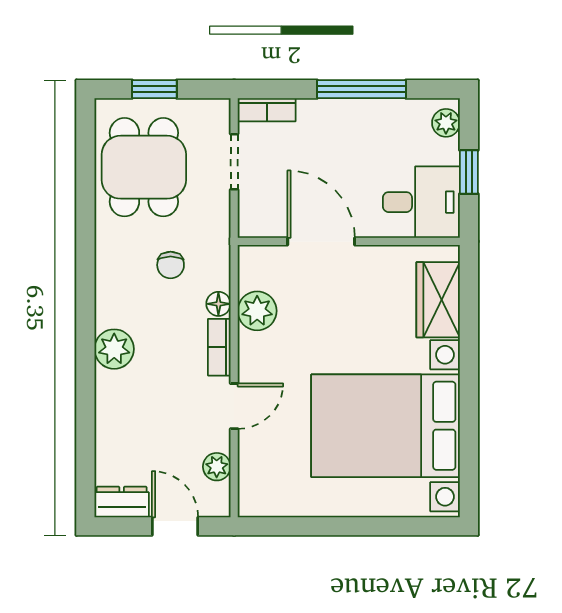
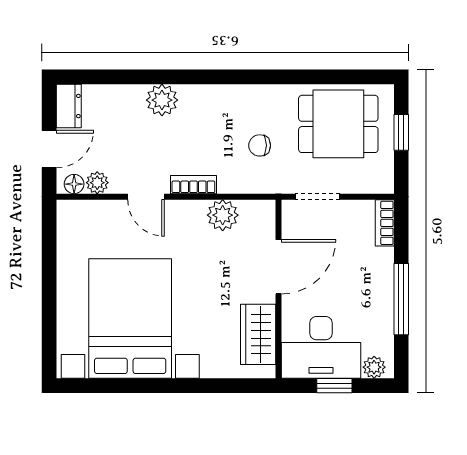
doorway: (234, 162) -> (317, 197), moved
desk: (421, 202) -> (321, 347), width x1.37
wardrobe: (438, 300) -> (258, 334), moved, turned -90
floor lamp: (218, 304) -> (74, 184), moved
plant: (114, 349) -> (162, 100), moved

